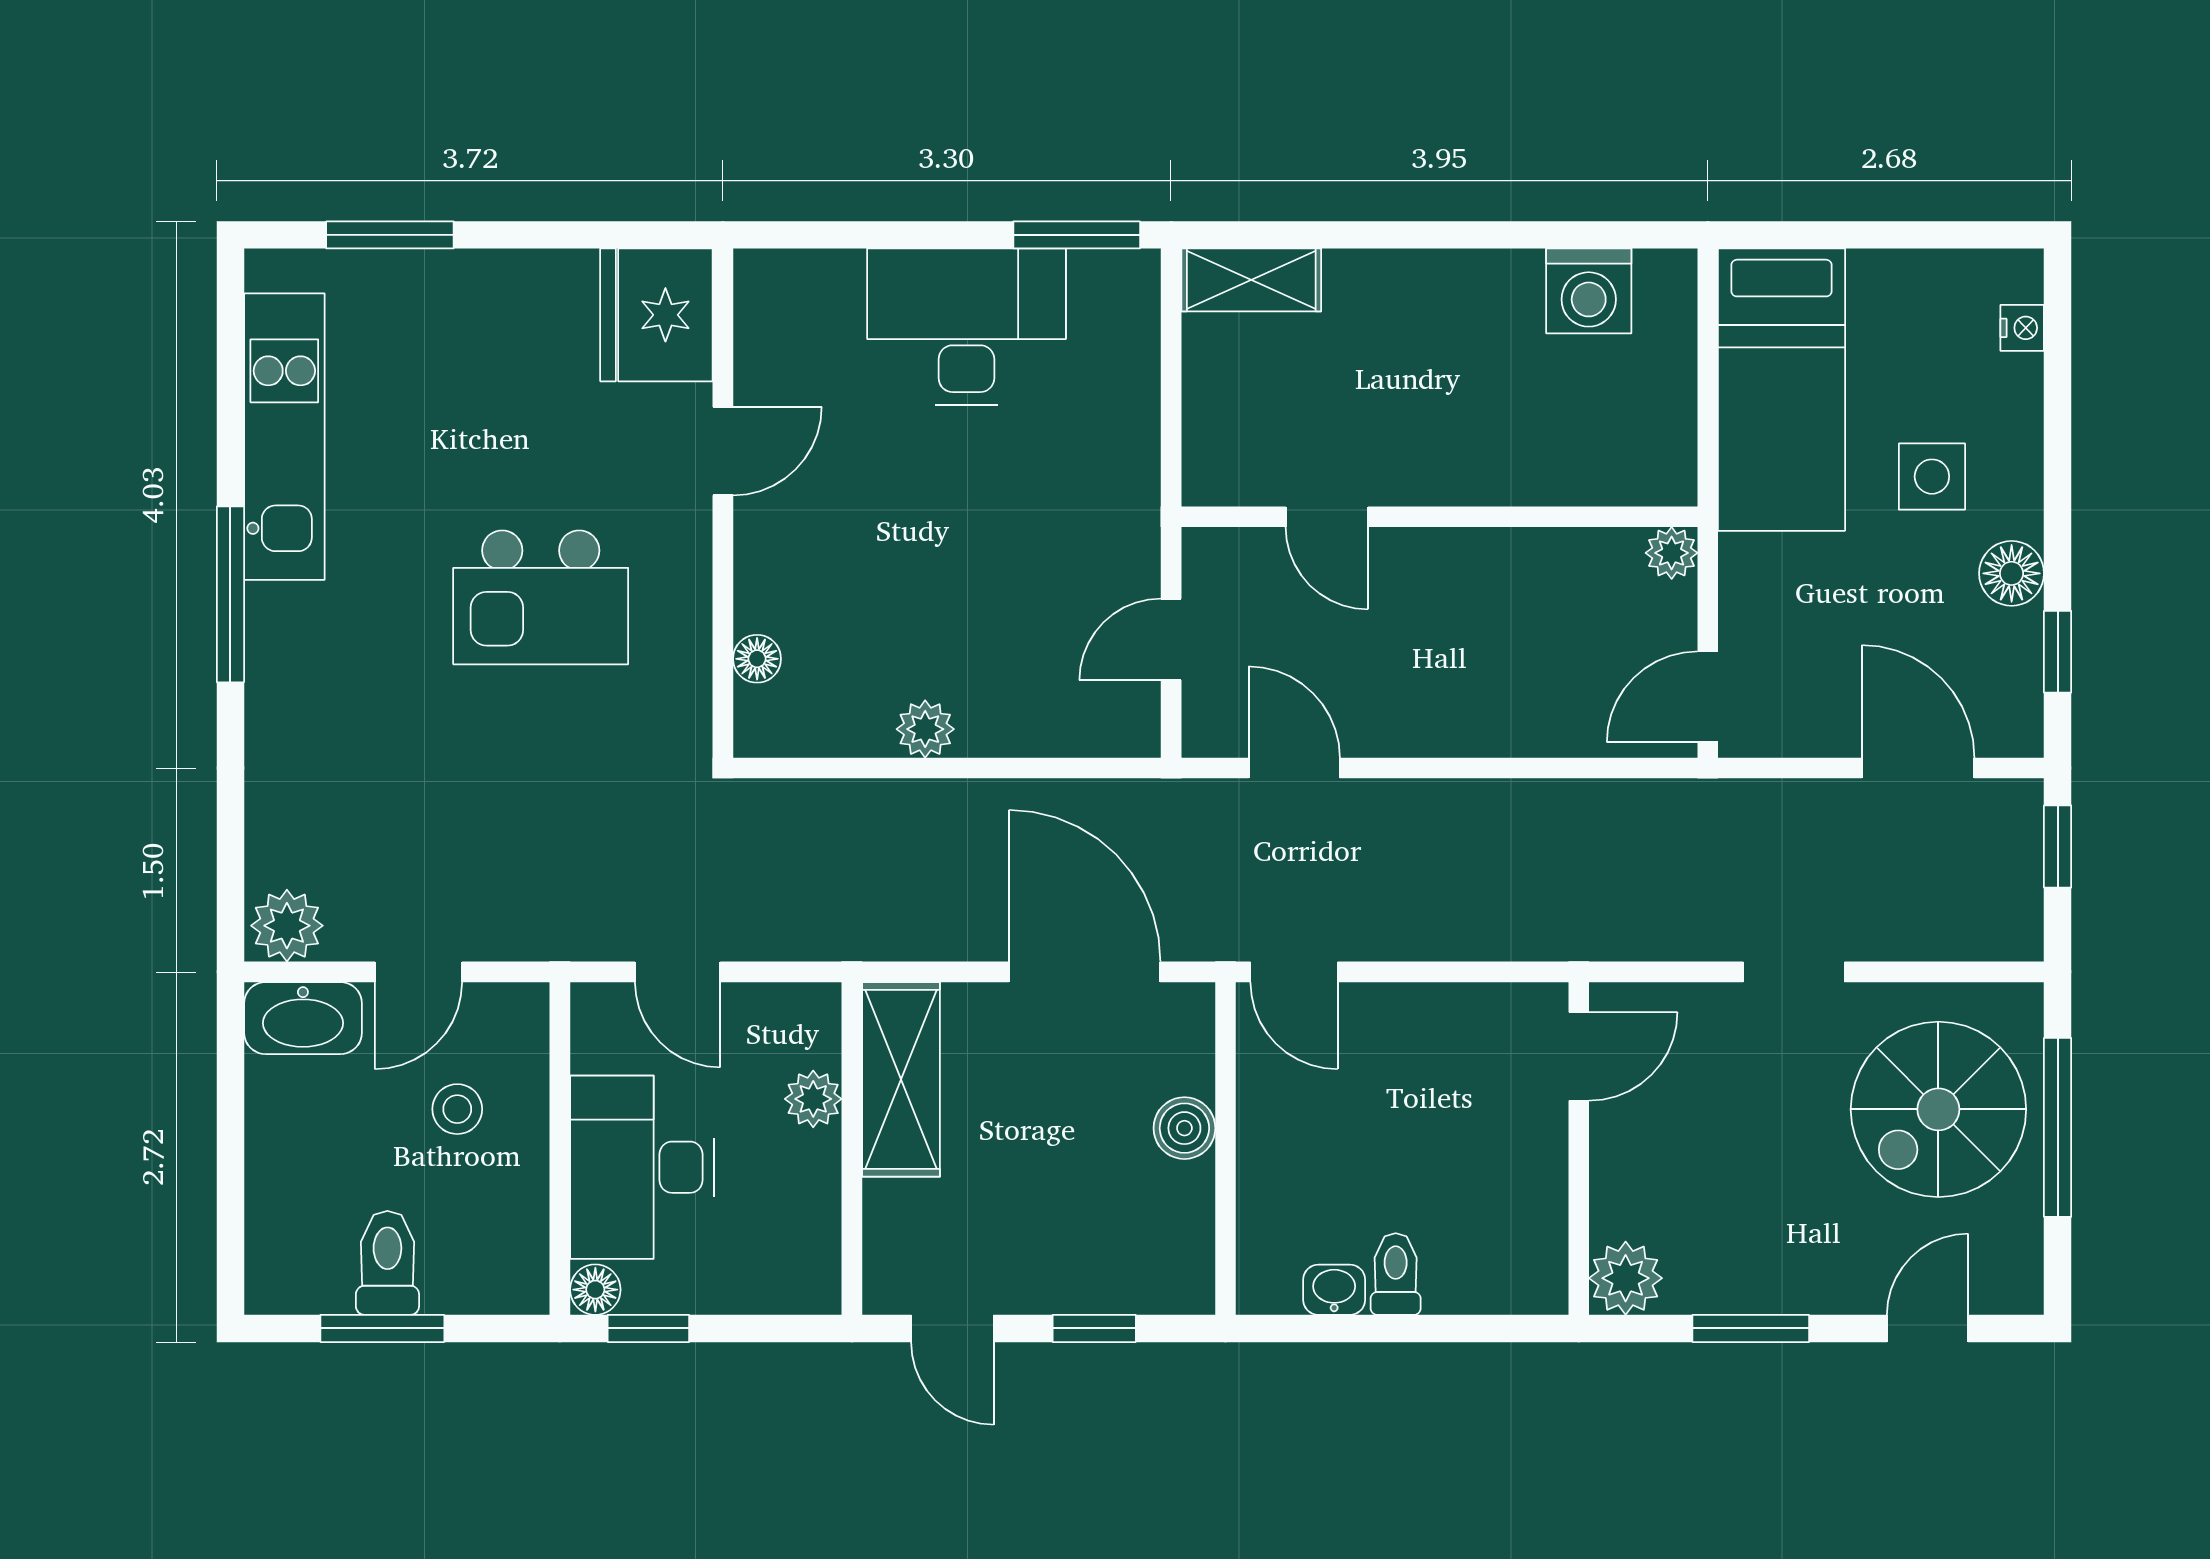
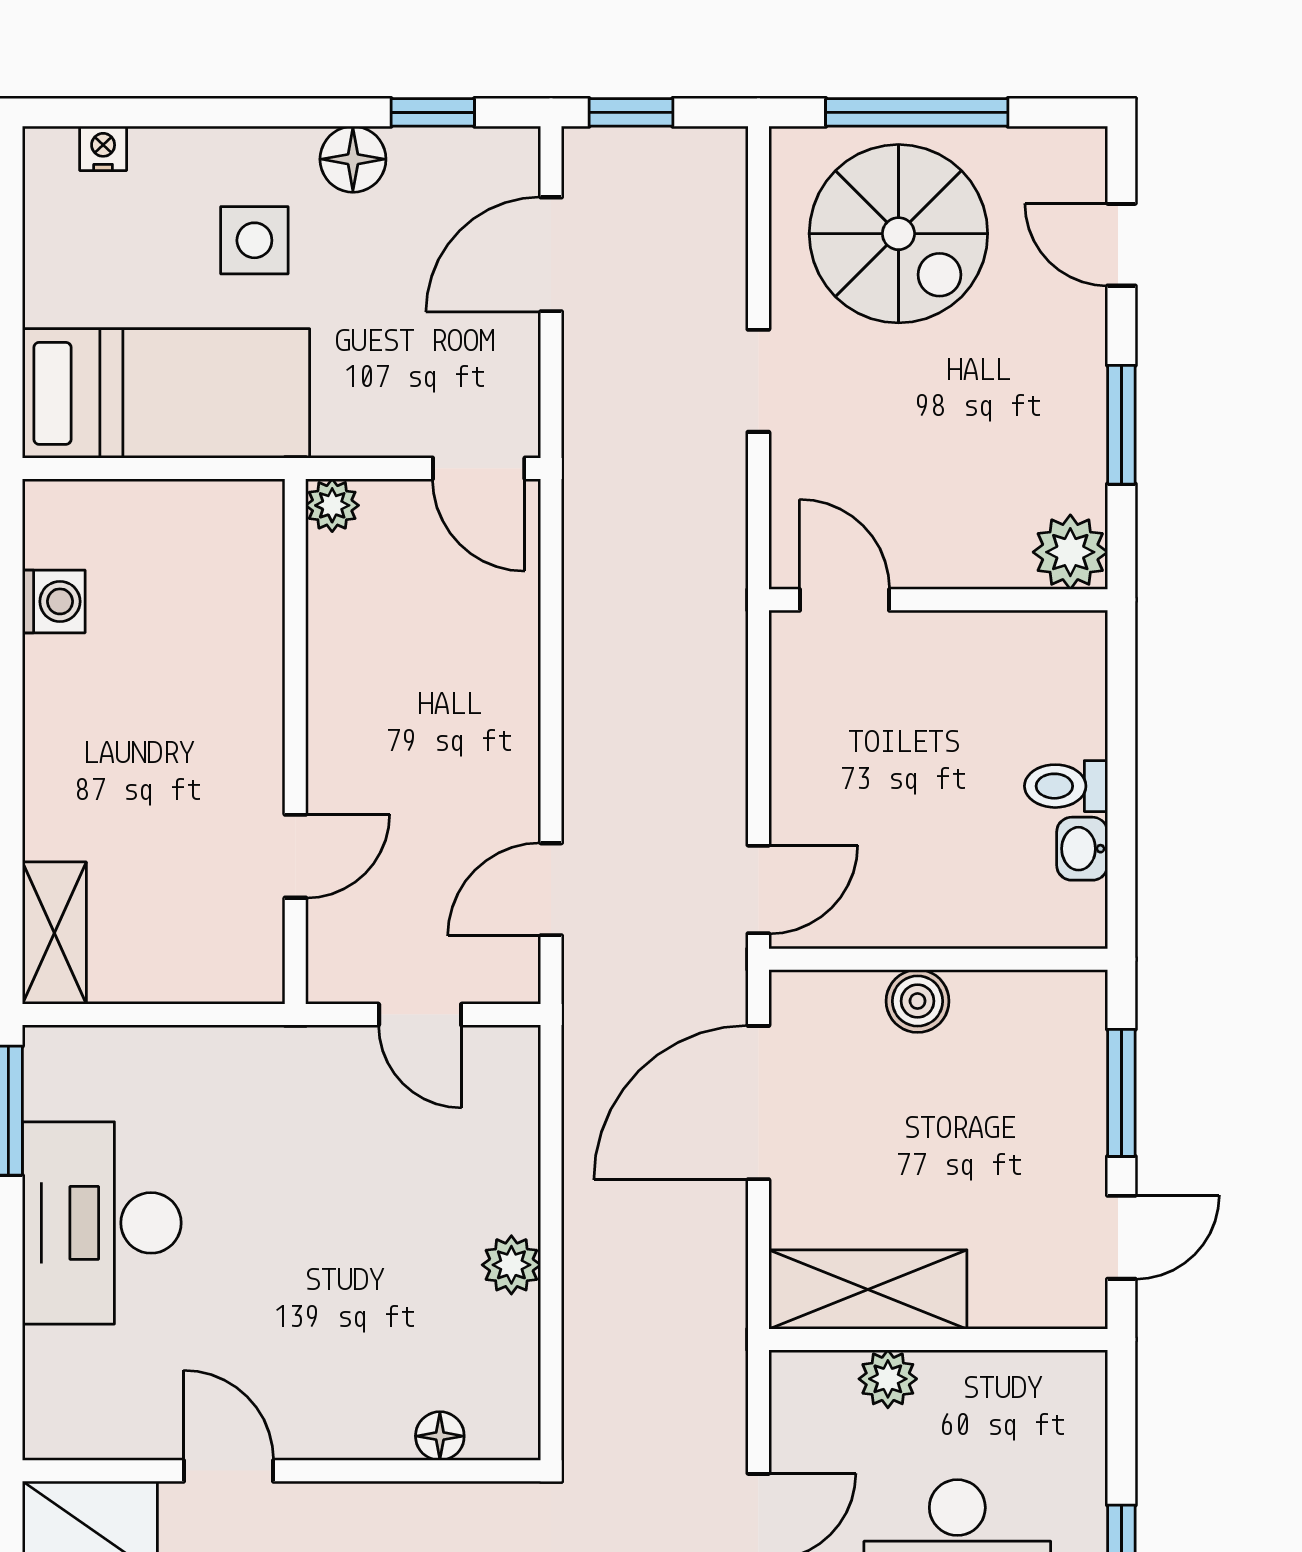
washing machine: (1589, 291) -> (54, 601), width x0.73, depth x0.73
window: (1094, 1328) -> (1121, 1093), width x1.50

